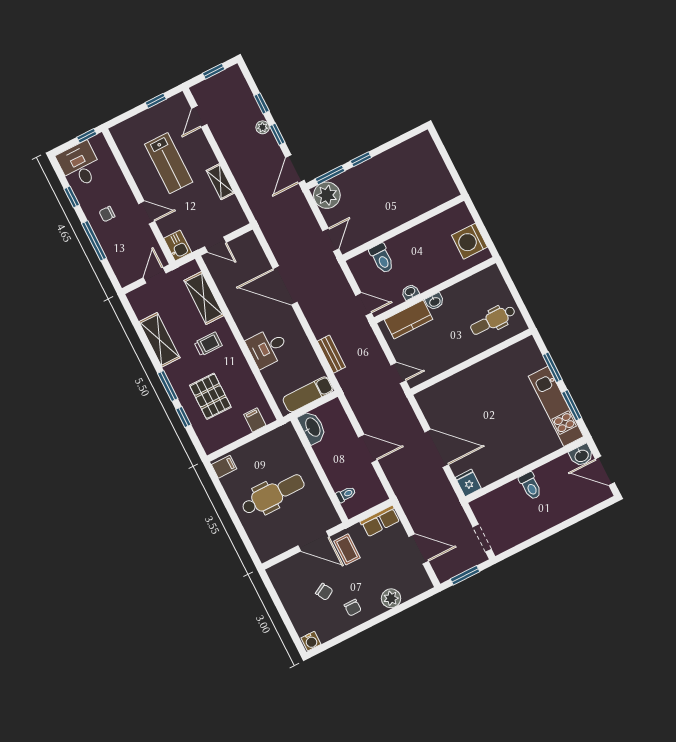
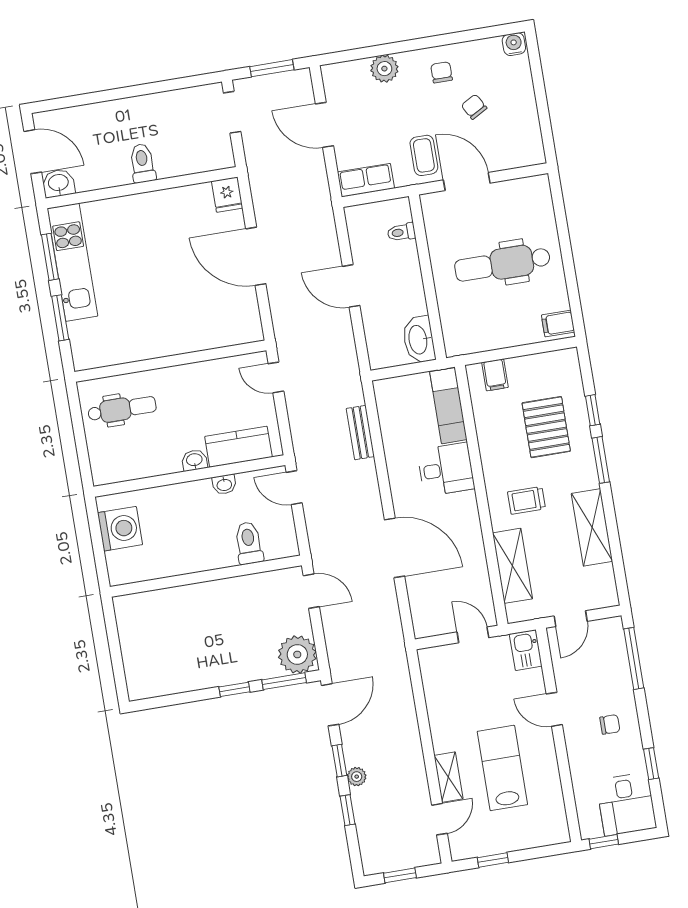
shelving: (220, 182) -> (448, 777), moved
door: (331, 240) -> (311, 591), swing flipped
window: (94, 241) -> (634, 658), moved
exam couch: (308, 394) -> (448, 406), moved, turned 90

